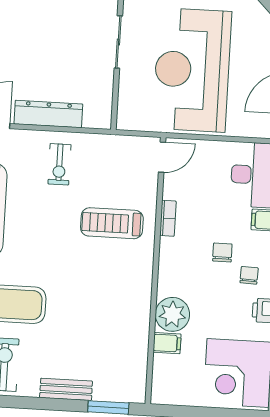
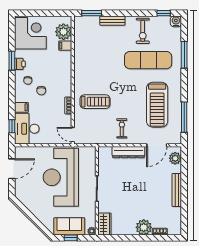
reception desk: (192, 70) -> (61, 177), turned 180
door: (162, 157) -> (73, 135), hinge flipped
plant: (172, 314) -> (63, 32), moved

